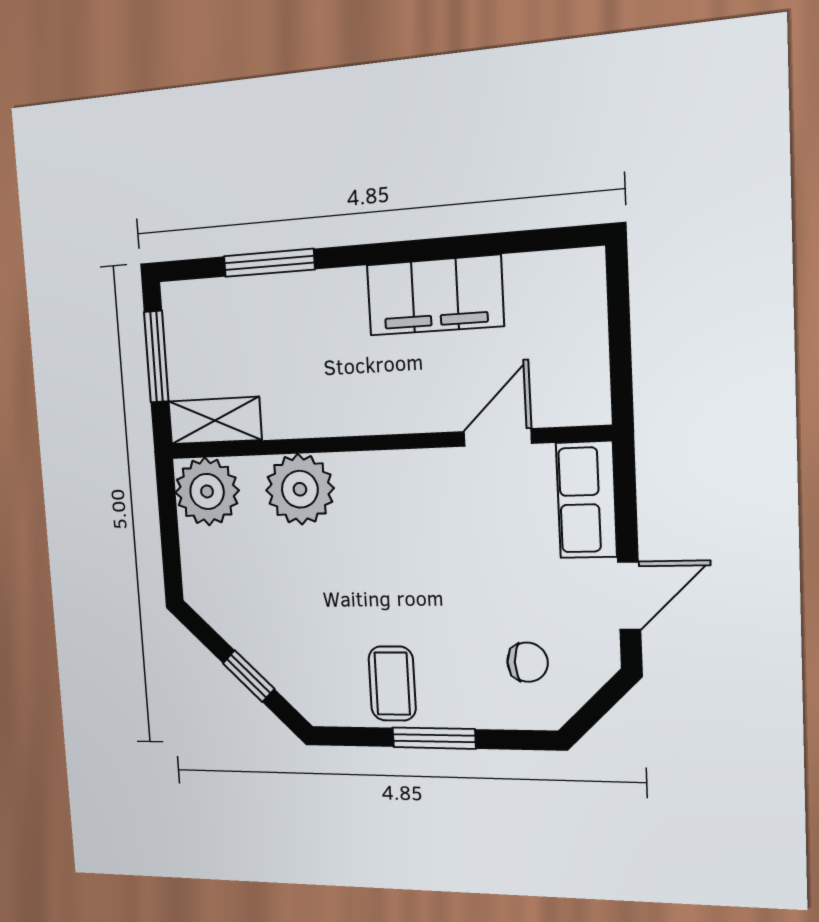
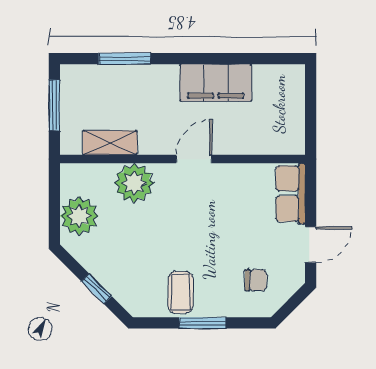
shelving: (215, 421) -> (110, 143), moved
door: (498, 437) -> (194, 159), moved
plant: (207, 491) -> (79, 216), moved

